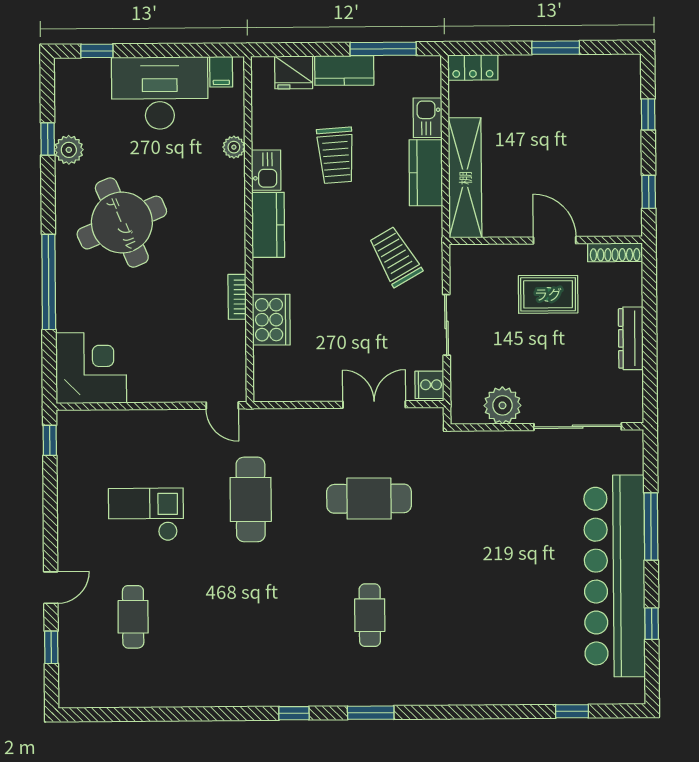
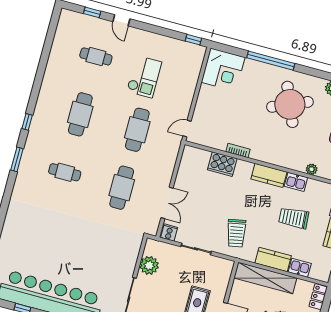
trolley: (395, 257) -> (236, 233), turned 109
cafe table: (251, 499) -> (137, 130), turned 90
cafe table: (251, 616) -> (80, 114), added

